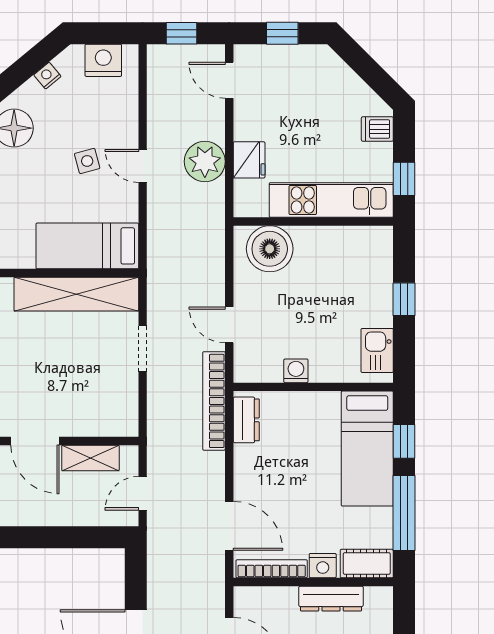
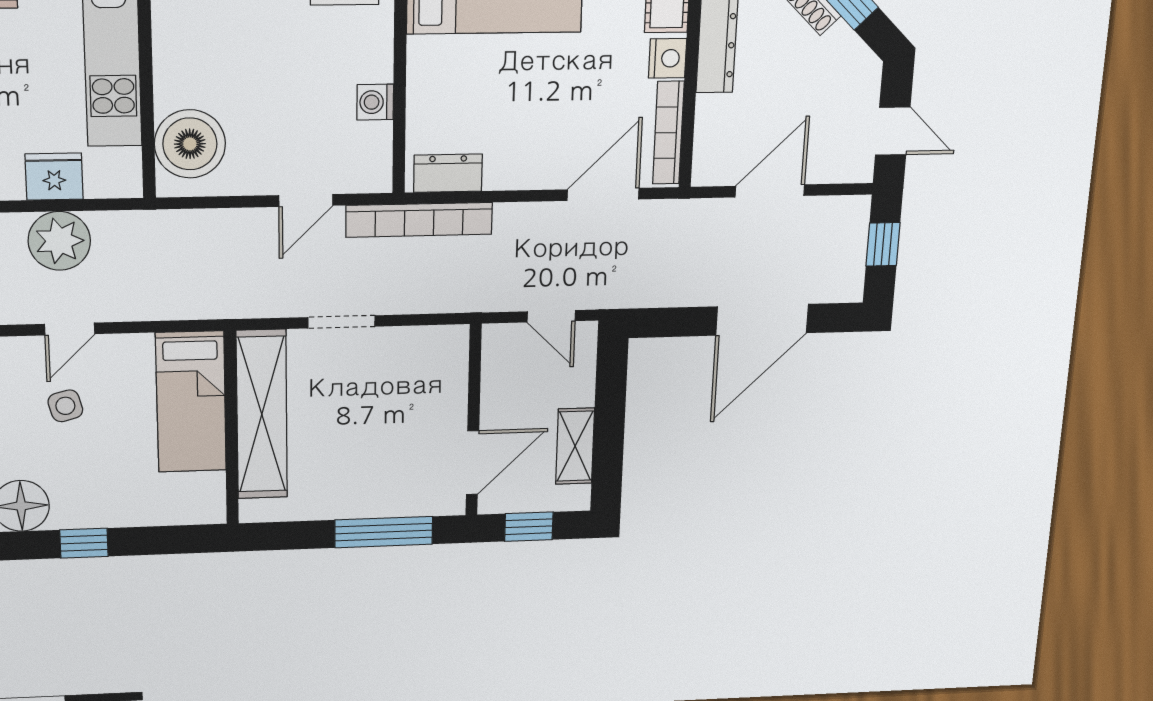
shelving: (90, 458) -> (575, 446), moved

